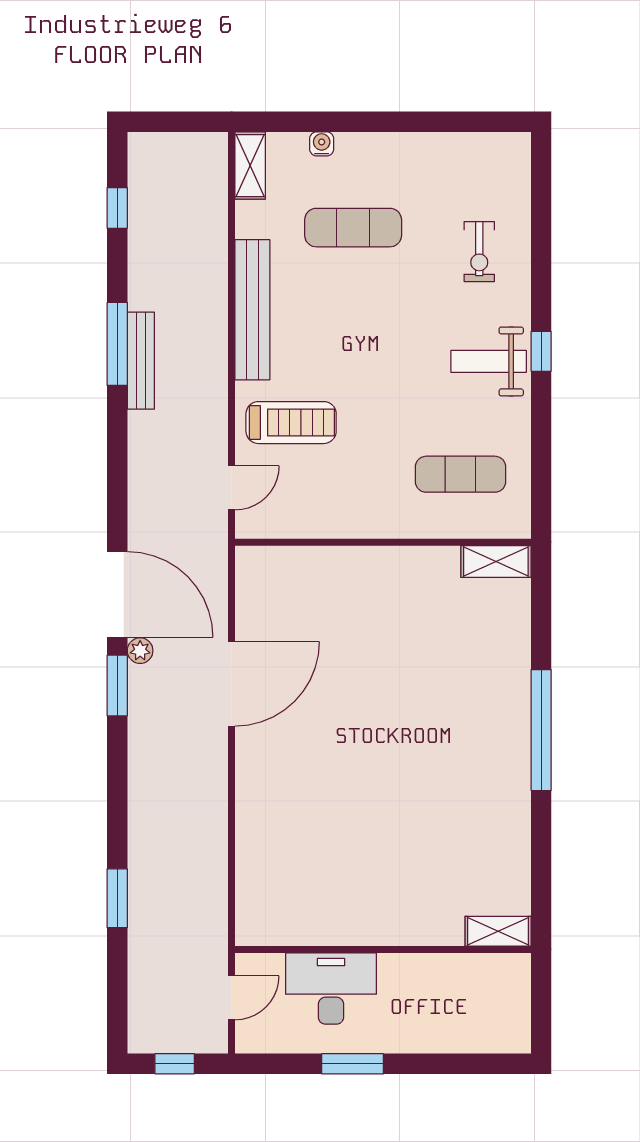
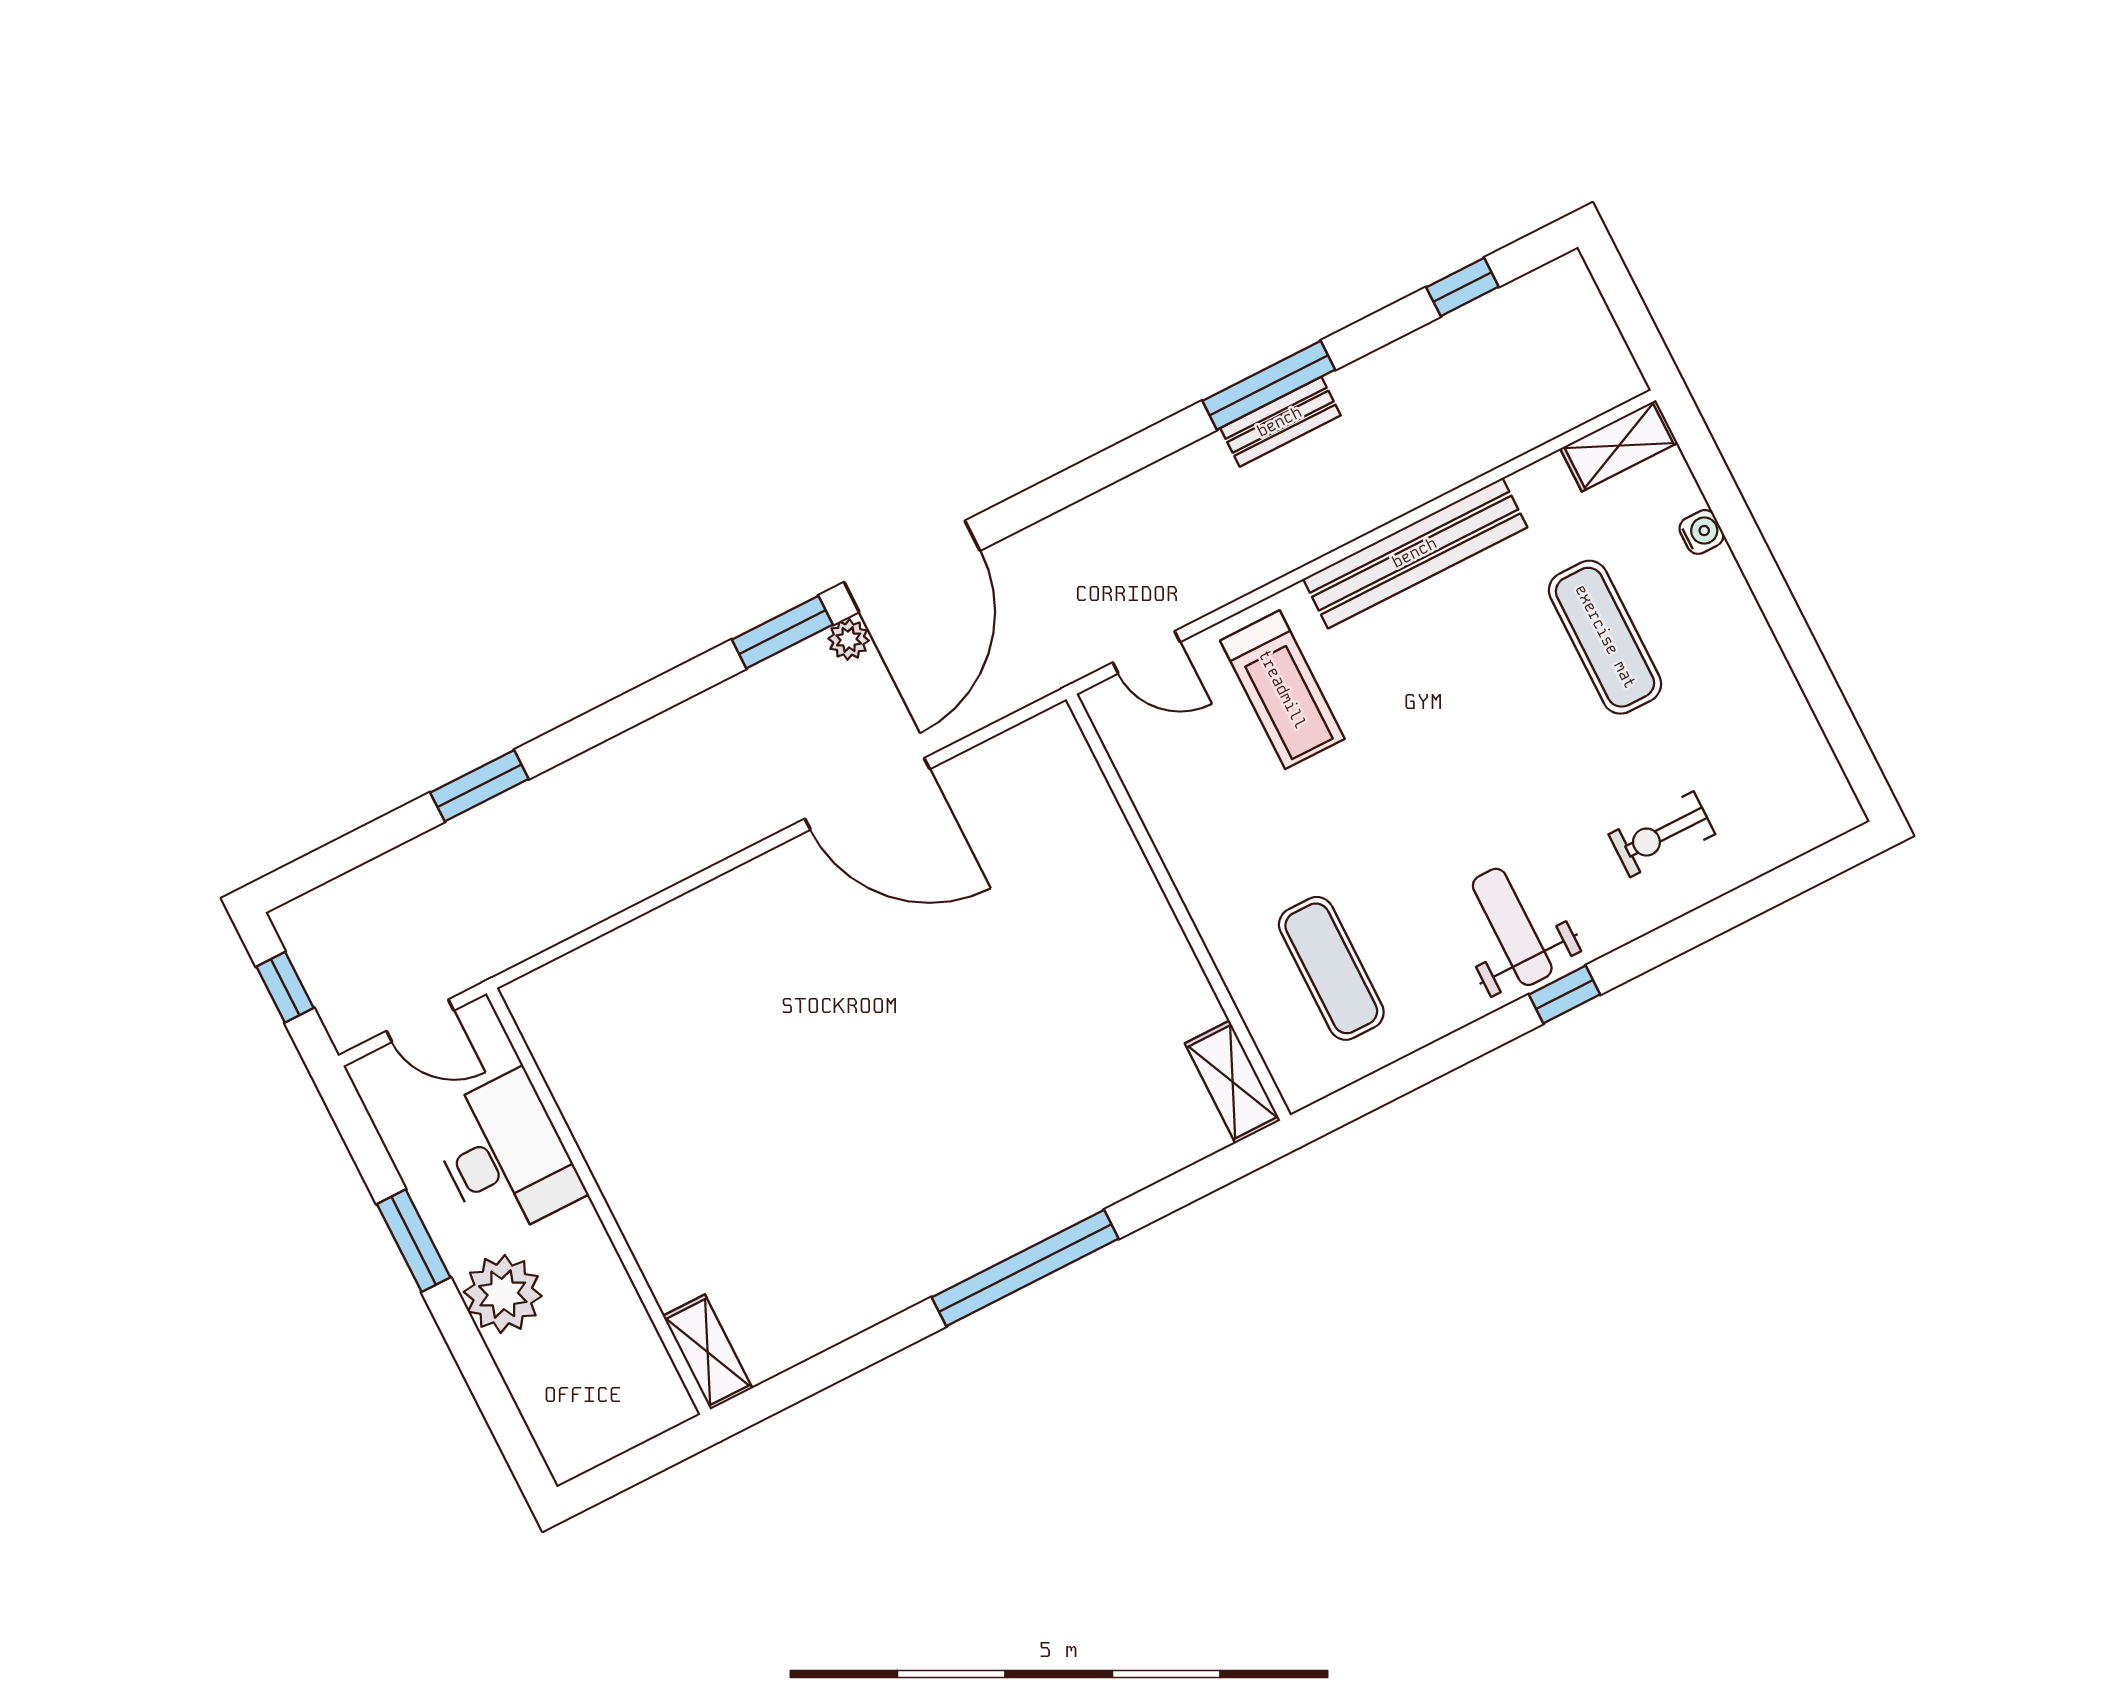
bench: (141, 361) -> (1280, 422), width x0.73
plant: (408, 1029) -> (503, 1294), added

